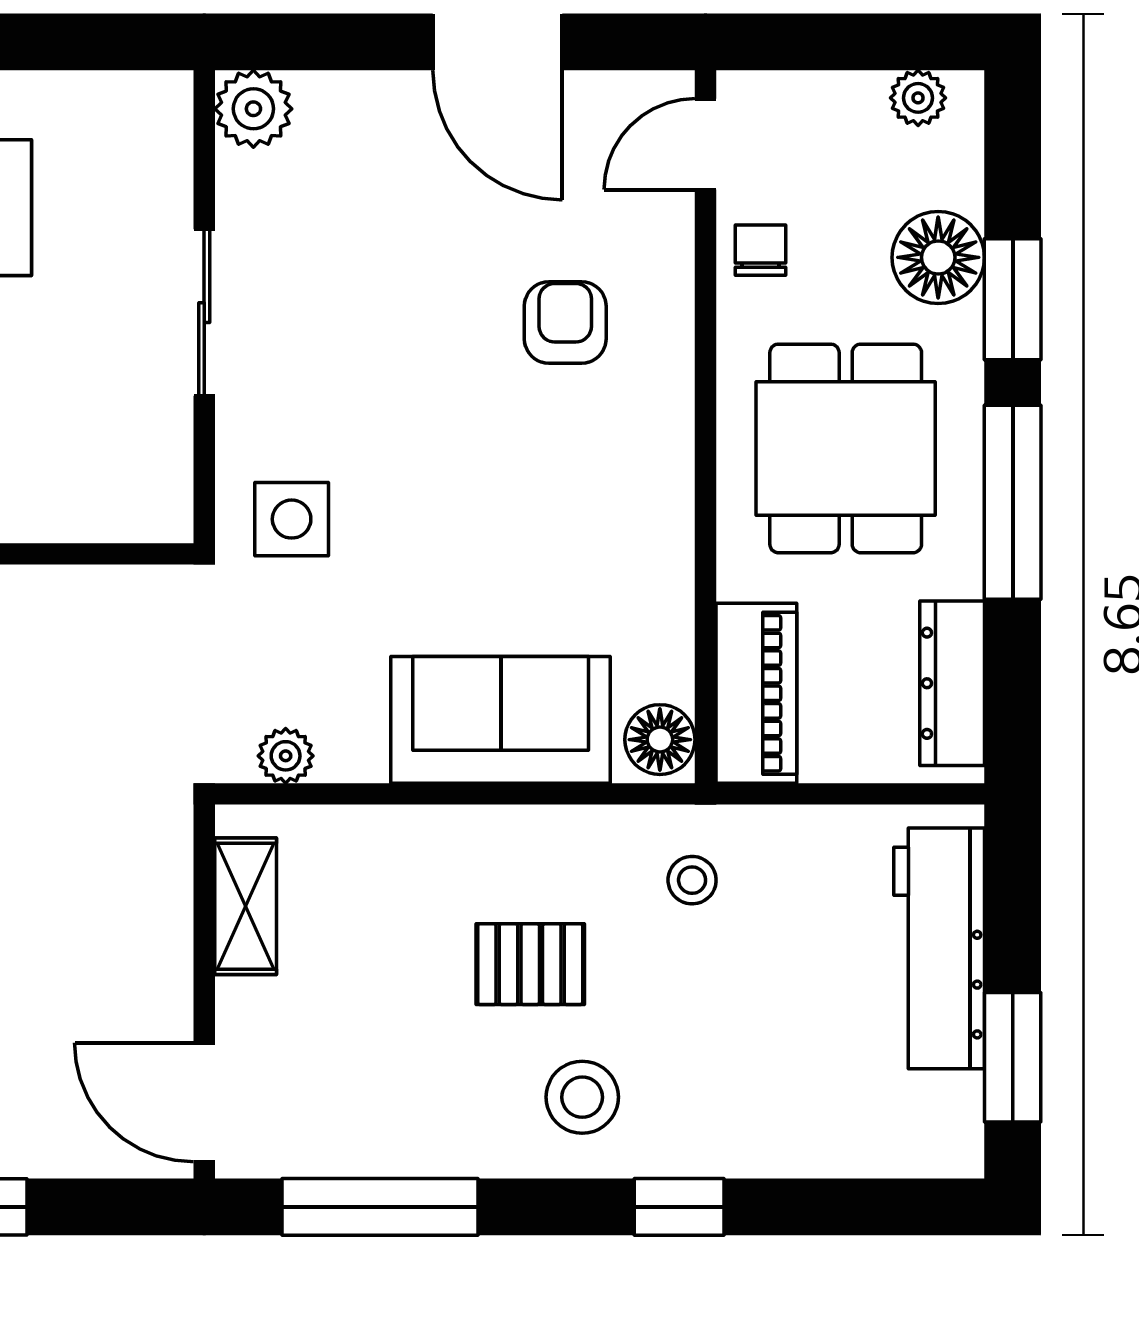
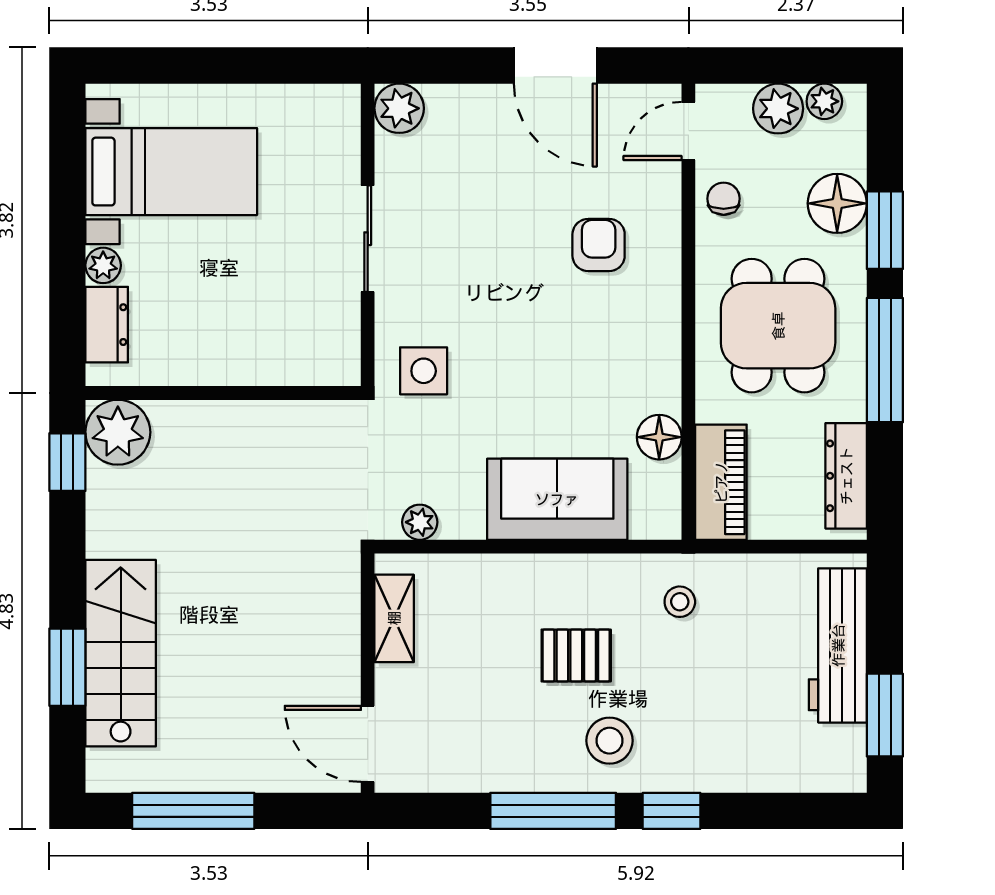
plant: (846, 109) -> (778, 109), added
floor lamp: (660, 740) -> (659, 437), moved
window: (380, 1207) -> (553, 811), moved

